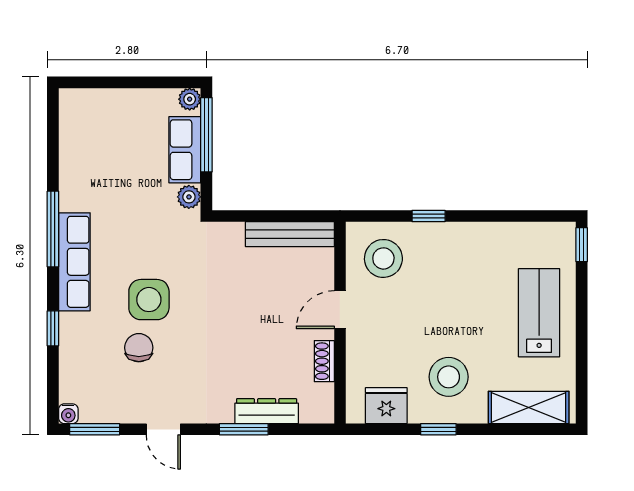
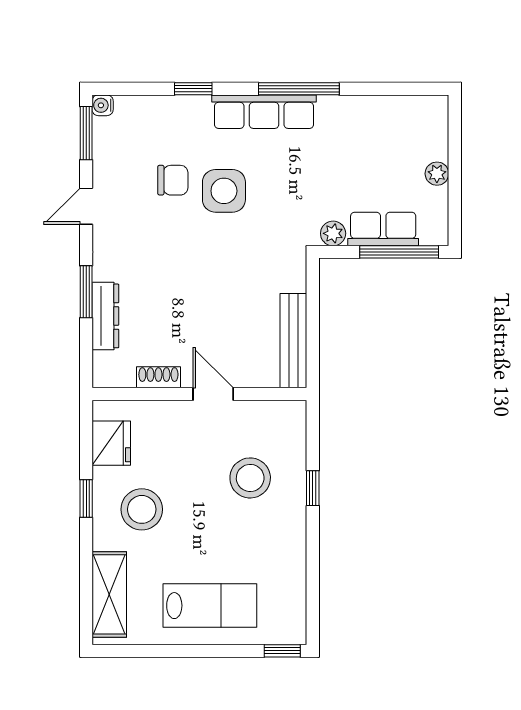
plant: (190, 99) -> (437, 174), moved
stool: (383, 258) -> (250, 478), moved

